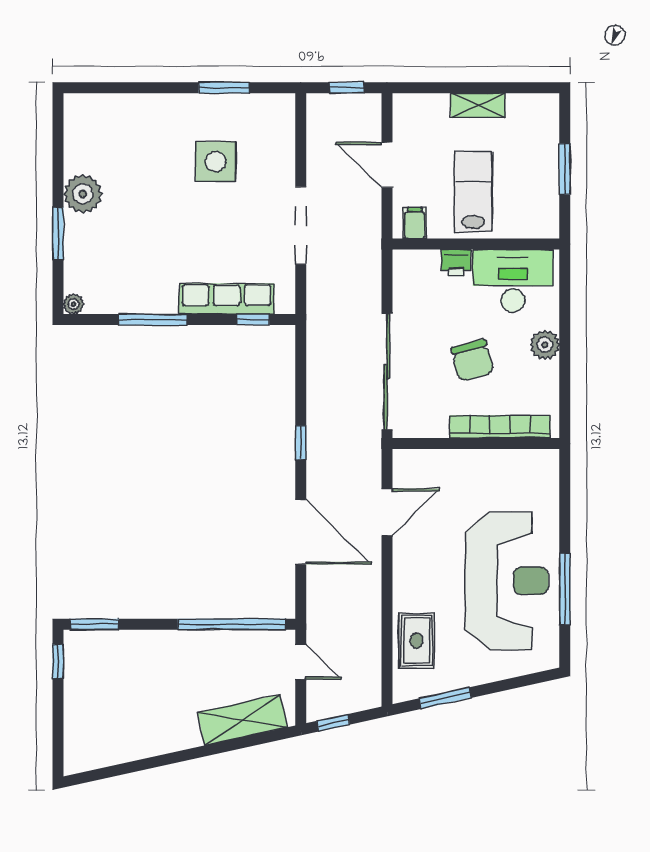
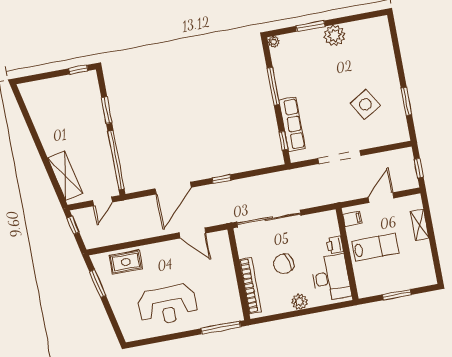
shelving: (478, 105) -> (420, 225), moved
side table: (216, 162) -> (365, 104), turned -32
reception desk: (507, 581) -> (168, 305), width x0.74, depth x0.77
window: (565, 589) -> (221, 328), moved
window: (94, 624) -> (107, 110), moved

